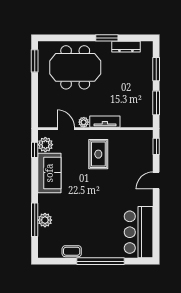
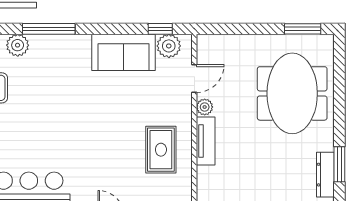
window: (107, 38) -> (339, 164), moved
rug: (98, 154) -> (161, 150), moved, turned 90
plant: (45, 220) -> (18, 45), moved

